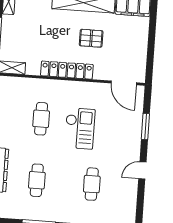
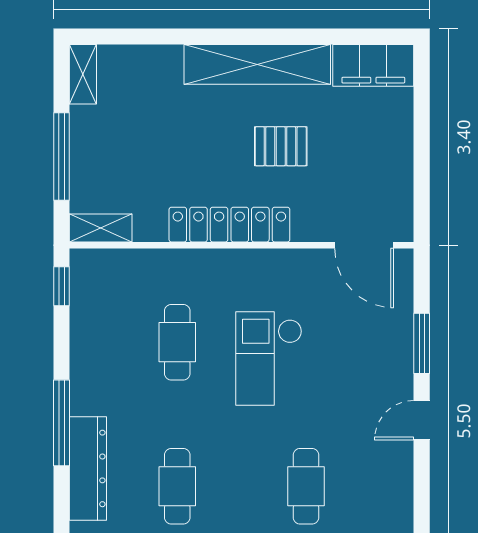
checkout: (80, 128) -> (269, 358), turned 180
door: (142, 170) -> (422, 420), moved

